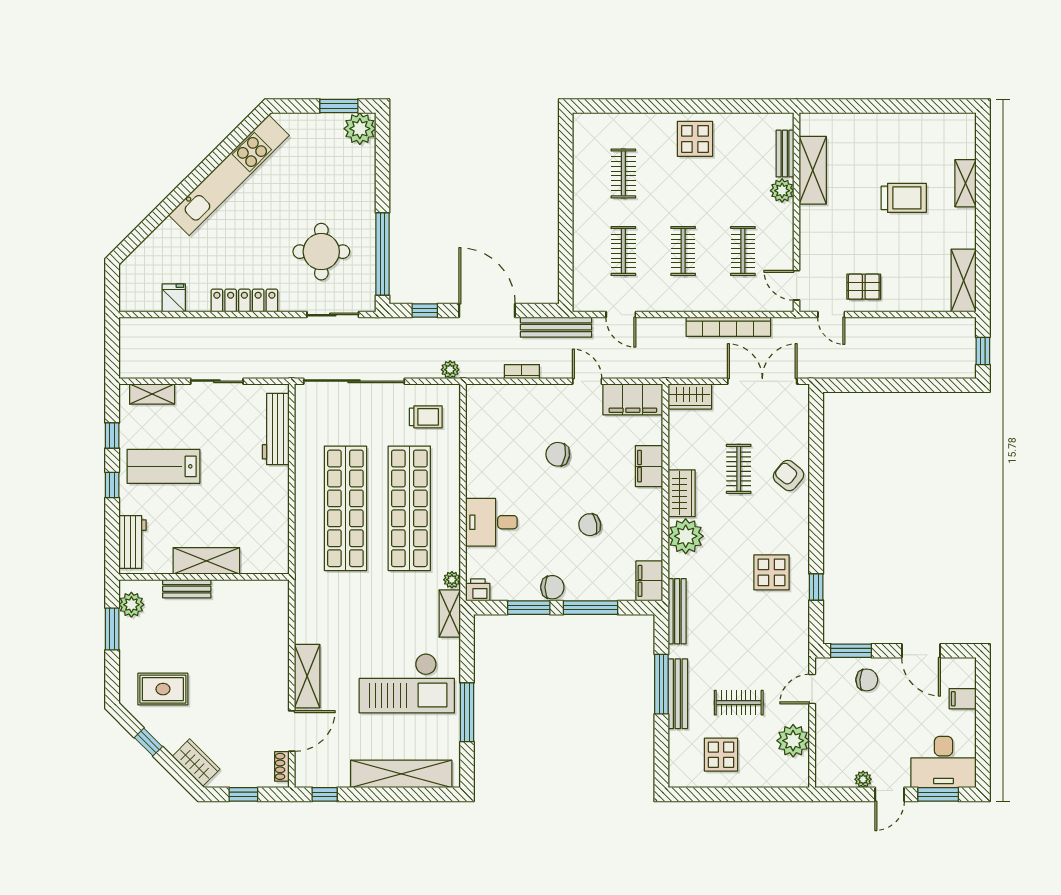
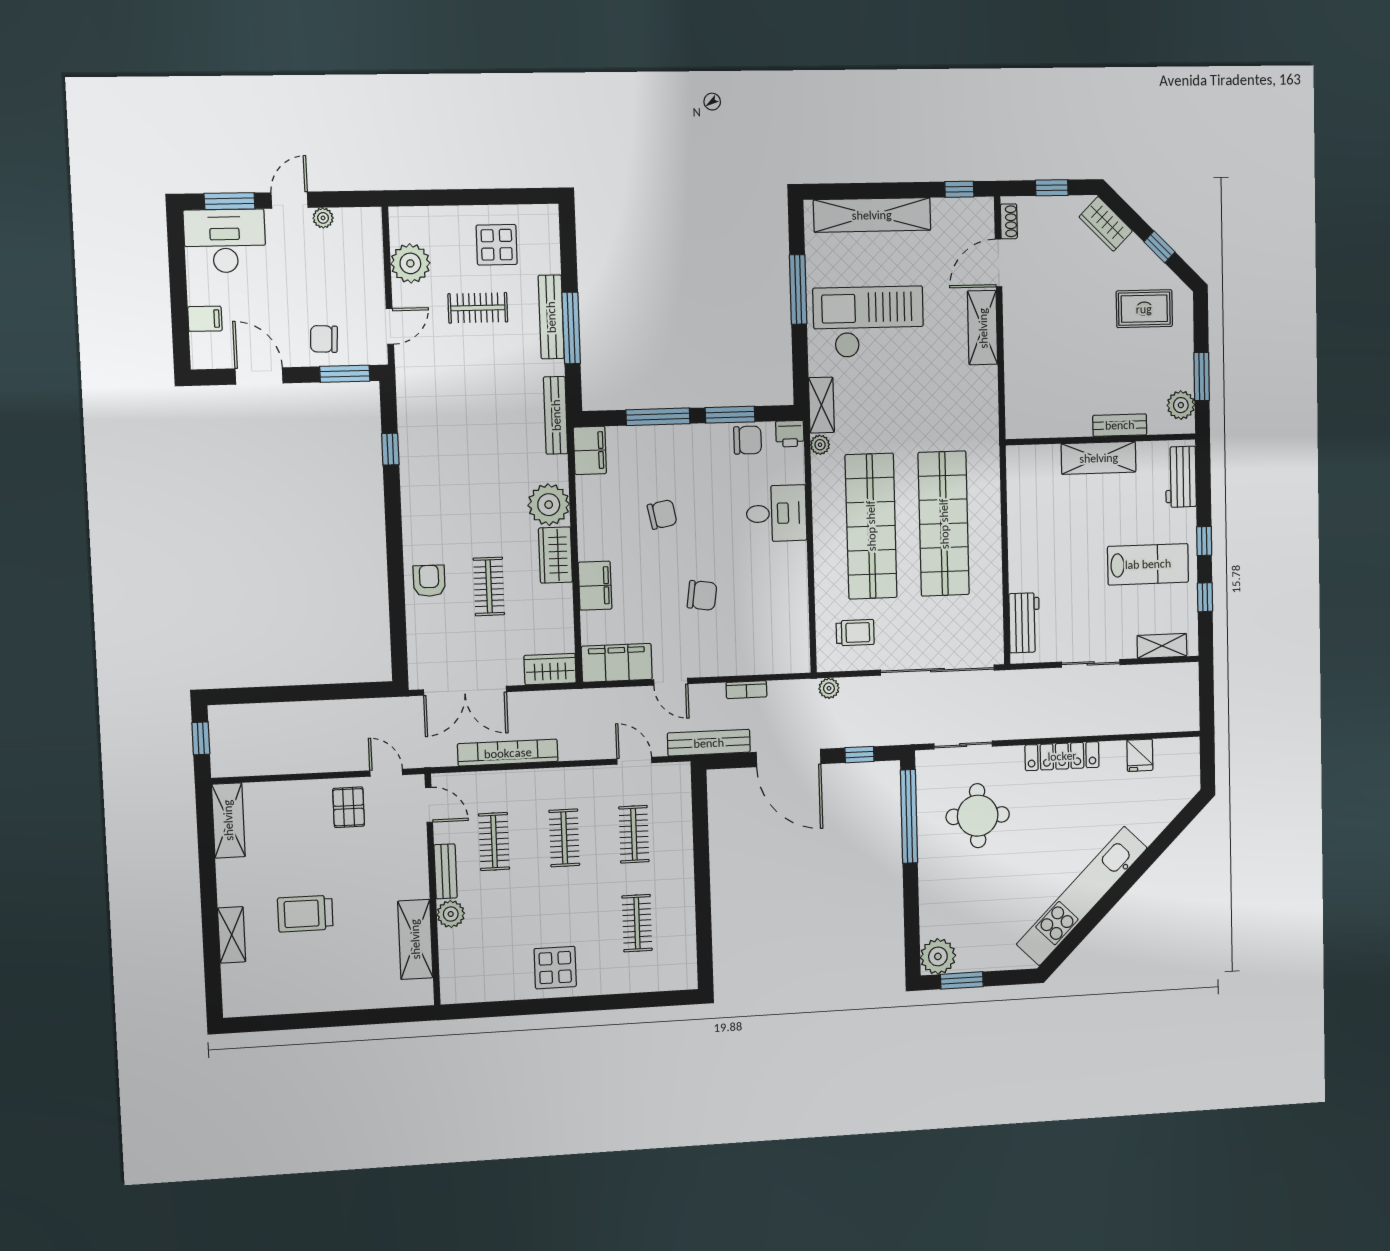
bench: (785, 154) -> (446, 871), moved
pallet: (864, 287) -> (349, 807), turned 90
trolley: (426, 417) -> (855, 633), turned 180
workbench: (276, 429) -> (1024, 623), width x0.73
armchair: (788, 476) -> (429, 581), turned -129
display table: (771, 572) -> (445, 465), removed
chair: (552, 587) -> (748, 440), moved, turned 180

